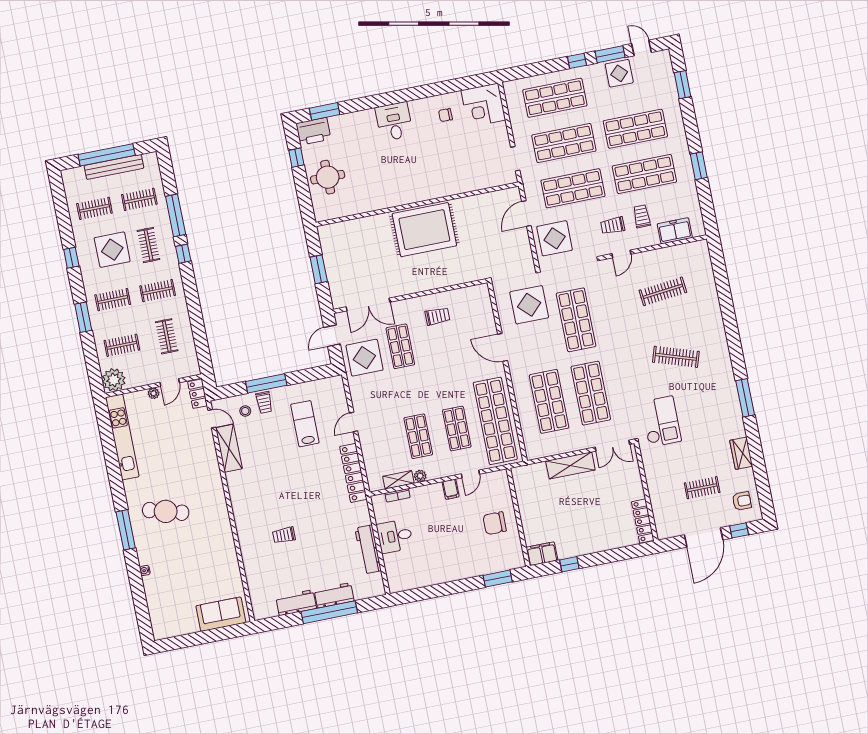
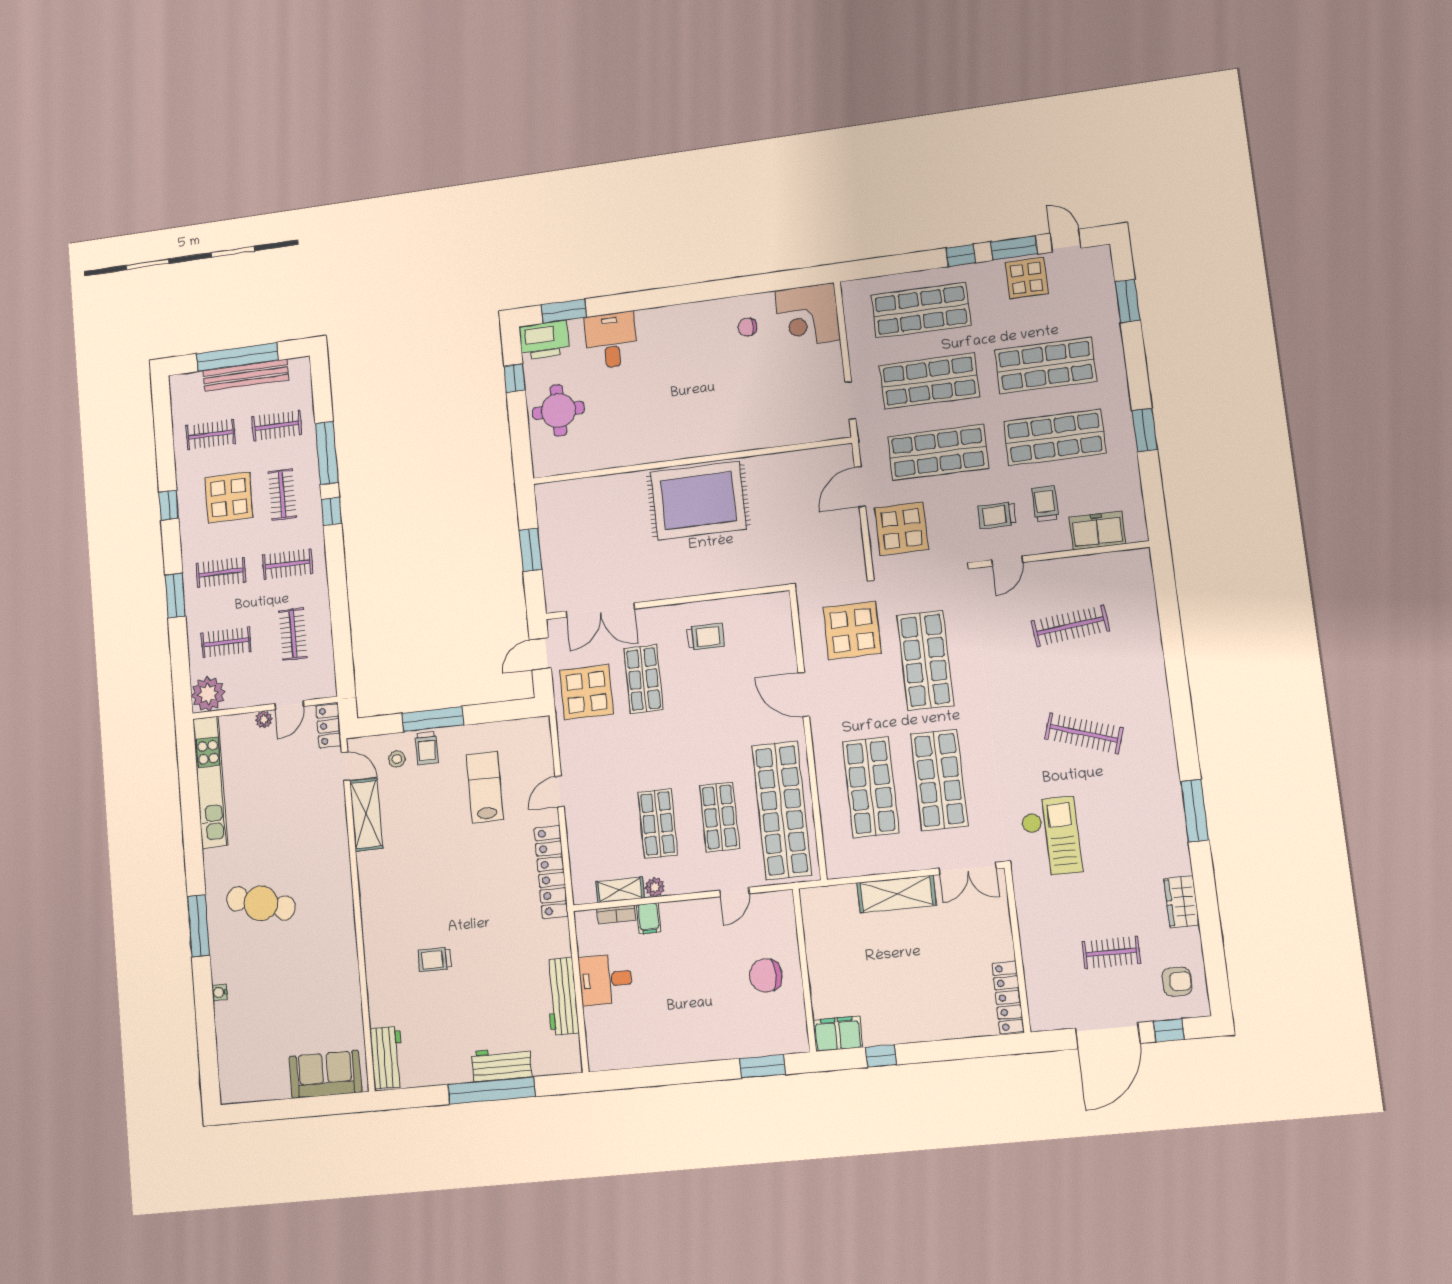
desk: (394, 122) -> (611, 340), moved
filing cabinet: (451, 489) -> (649, 918), moved
workbench: (296, 603) -> (387, 1057), moved, turned 90

